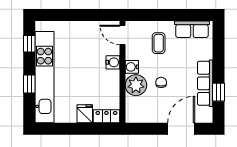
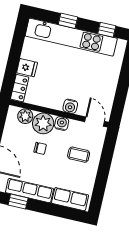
row of seats: (192, 29) -> (70, 199), moved, turned 90
door: (122, 35) -> (95, 122), hinge flipped
plant: (133, 104) -> (25, 116), added

